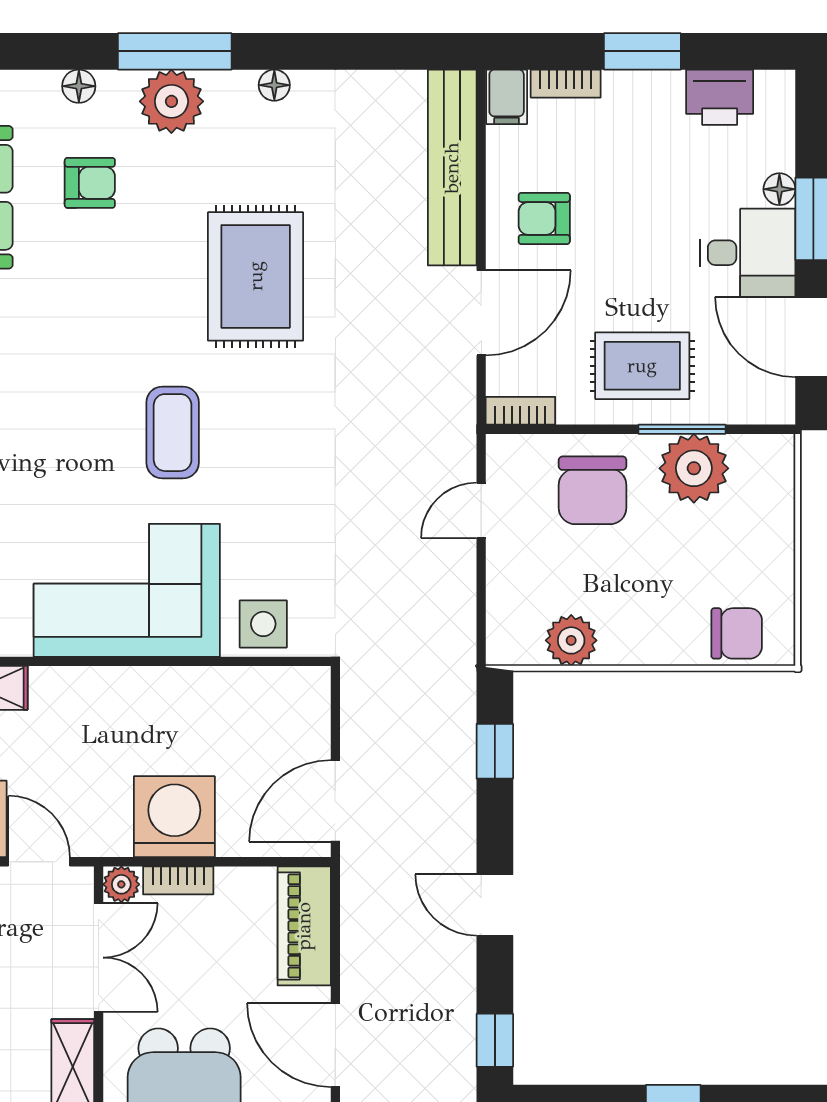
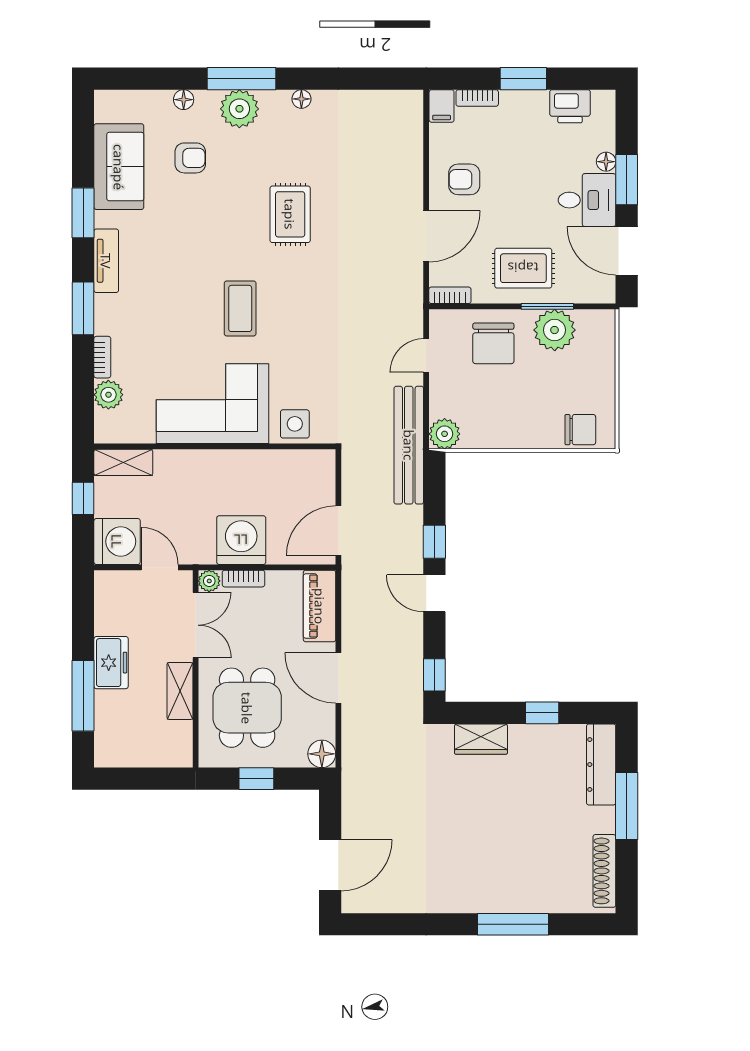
bench: (452, 168) -> (409, 445), moved
rug: (256, 276) -> (290, 214), width x0.73, depth x0.70
plant: (571, 640) -> (445, 434), moved
window: (495, 751) -> (434, 542), moved

